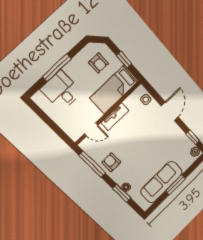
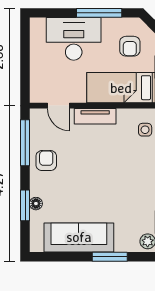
window: (57, 68) -> (99, 13), moved
desk: (61, 91) -> (74, 39), width x1.37
window: (175, 185) -> (110, 257), moved

